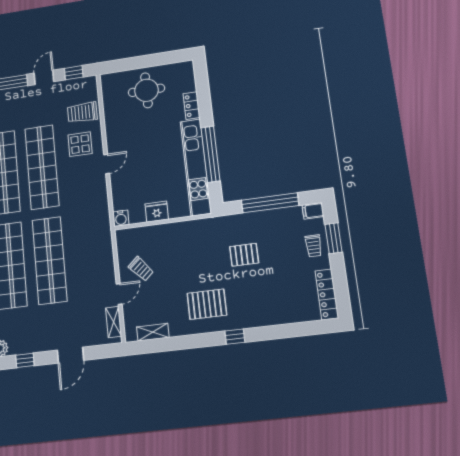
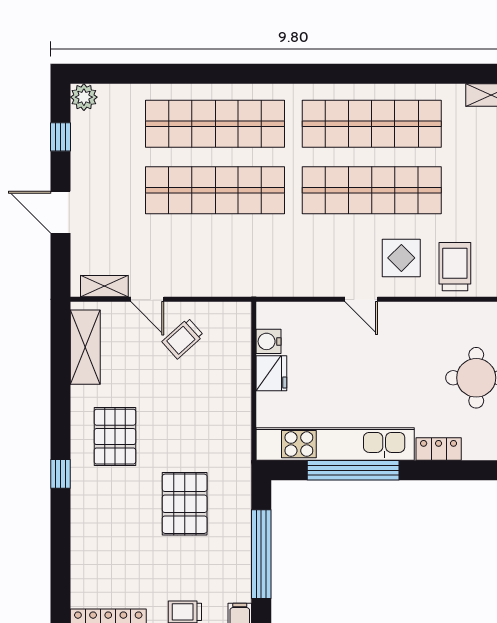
water cooler: (121, 218) -> (268, 341), moved
pallet: (244, 255) -> (185, 504), width x1.50, depth x1.42
shelving: (153, 332) -> (85, 347), width x1.50, depth x1.33

